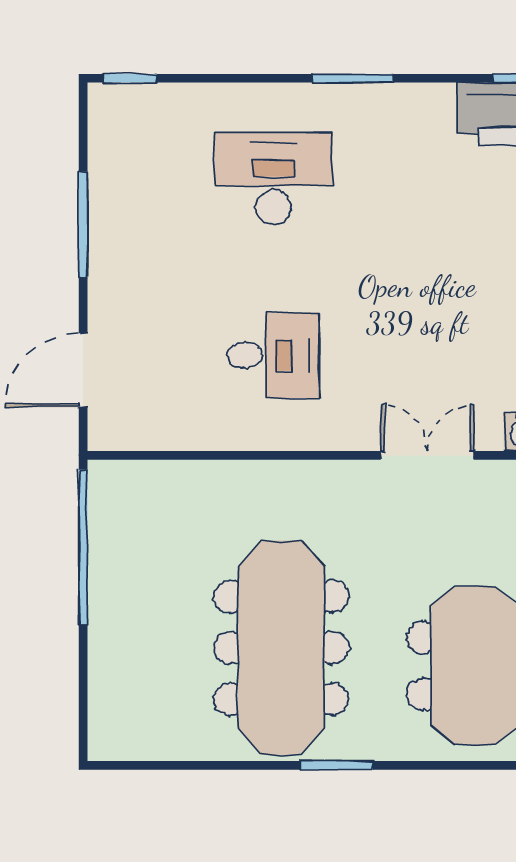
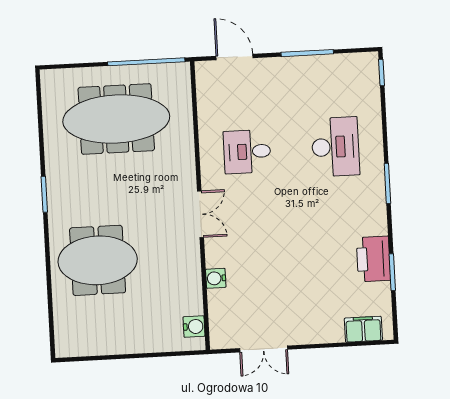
desk: (274, 355) -> (247, 152), turned 90
double door: (427, 455) -> (200, 214), moved
meeting table: (281, 648) -> (116, 119), moved

